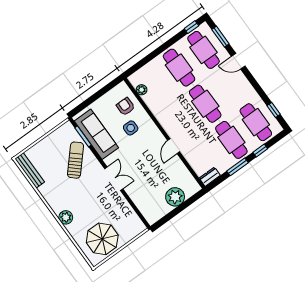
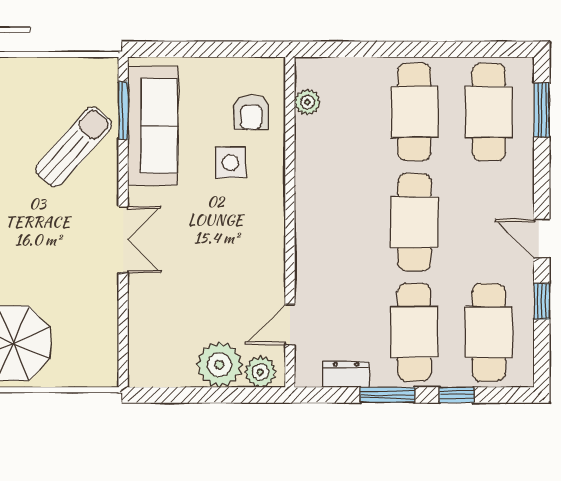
window: (191, 27) -> (498, 49), removed
door: (238, 61) -> (542, 239), moved
armchair: (126, 107) -> (251, 112), turned 180
window: (274, 110) -> (542, 301), moved
door: (174, 146) -> (290, 325), moved
dresser: (210, 177) -> (346, 374), moved
plant: (190, 190) -> (260, 372), added

